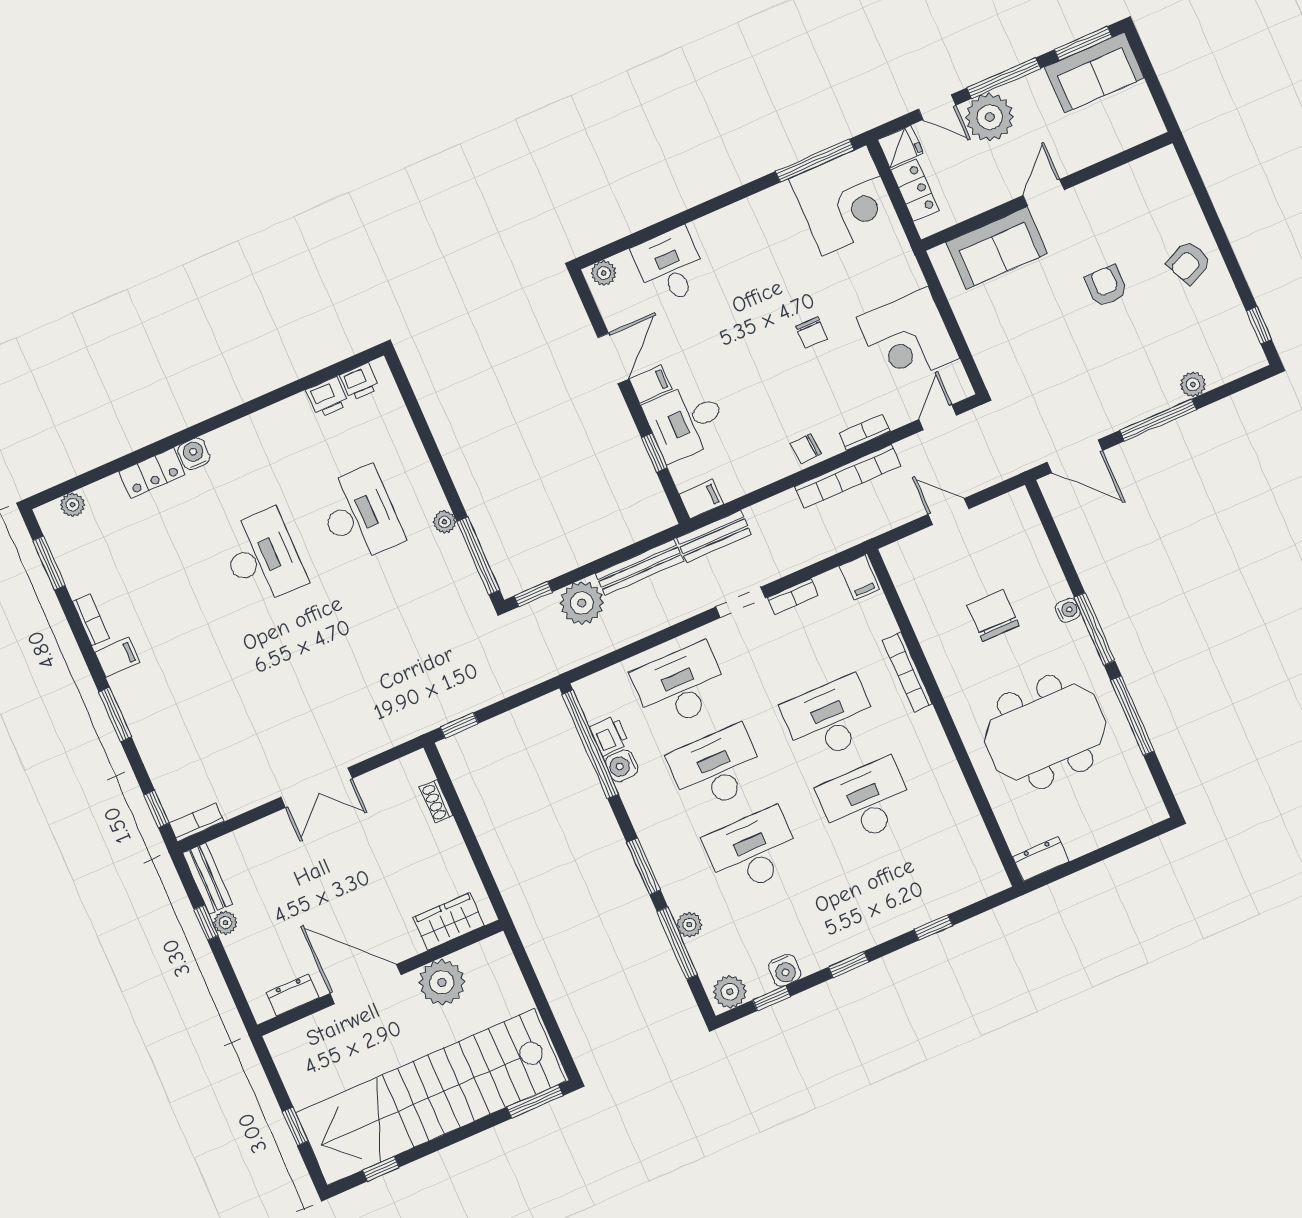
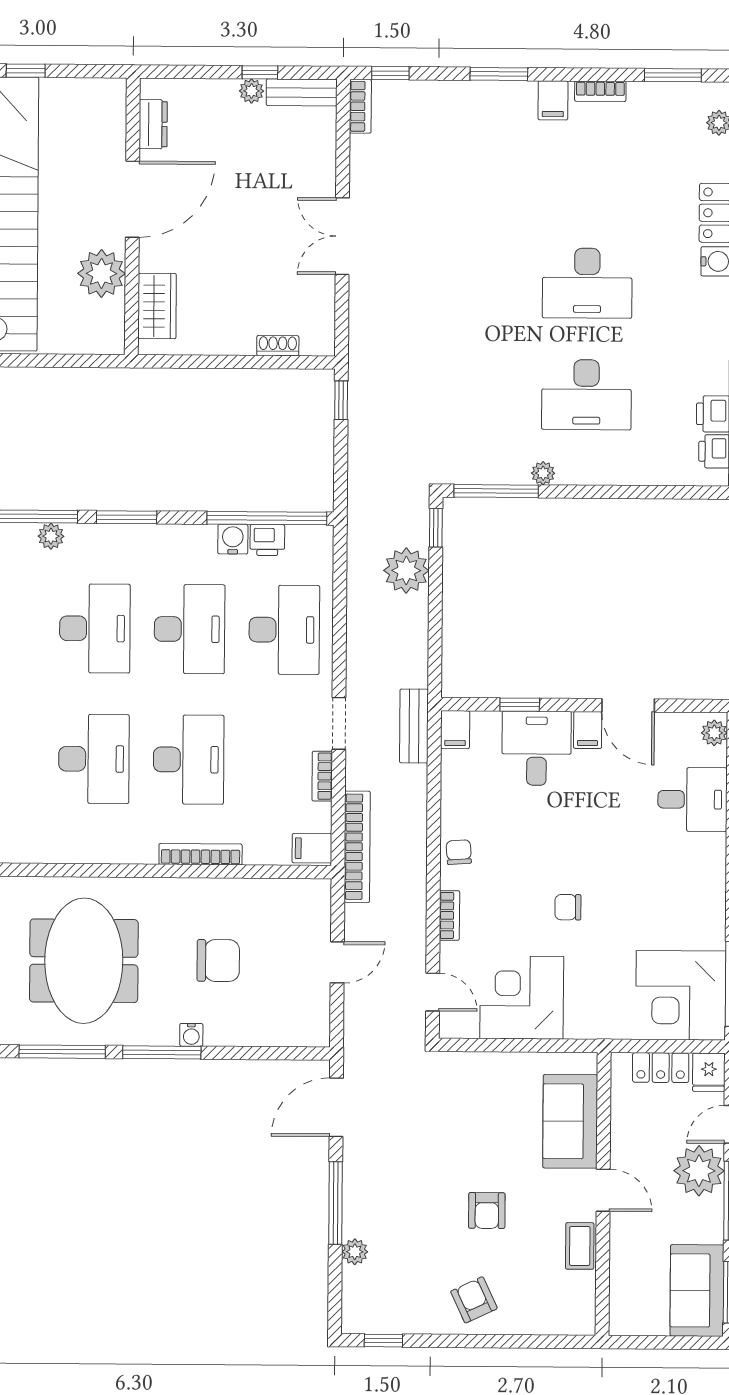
coffee table: (1101, 191) -> (580, 1246), added
armchair: (1106, 286) -> (487, 1210), turned 90
bookcase: (848, 476) -> (357, 847), moved, turned 180
bench: (639, 567) -> (416, 641), removed

